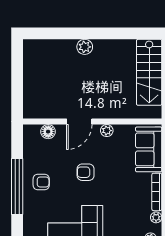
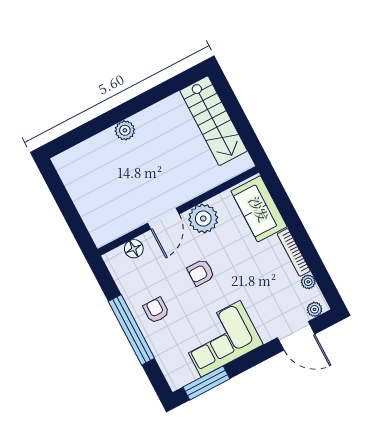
plant: (107, 131) -> (203, 219), width x1.87, depth x1.87
armchair: (41, 182) -> (156, 310), turned -90

